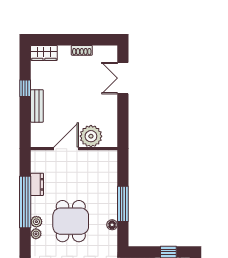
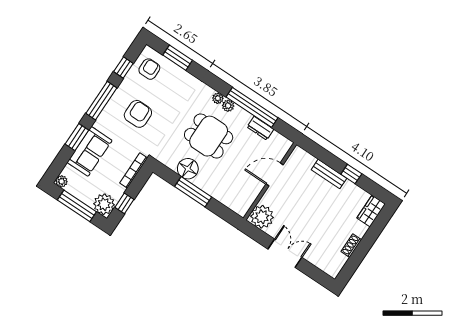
double door: (123, 78) -> (285, 253), moved
plant: (91, 136) -> (262, 217), moved
door: (66, 149) -> (275, 174), swing flipped
floor lamp: (112, 225) -> (188, 169), width x1.89, depth x1.89

